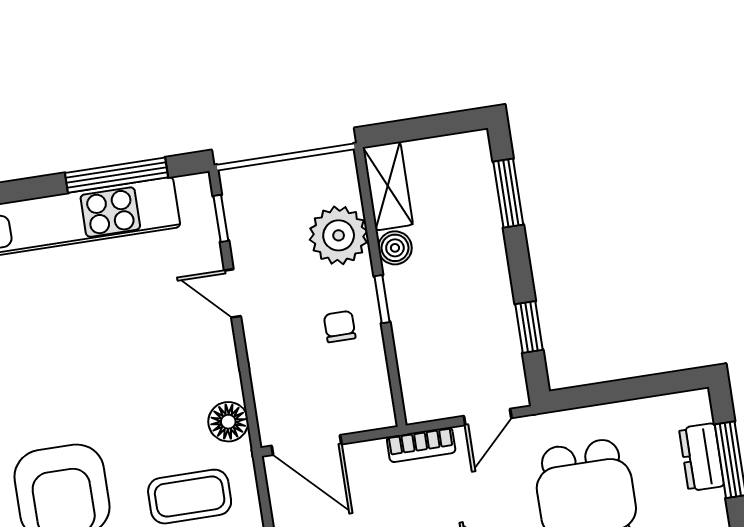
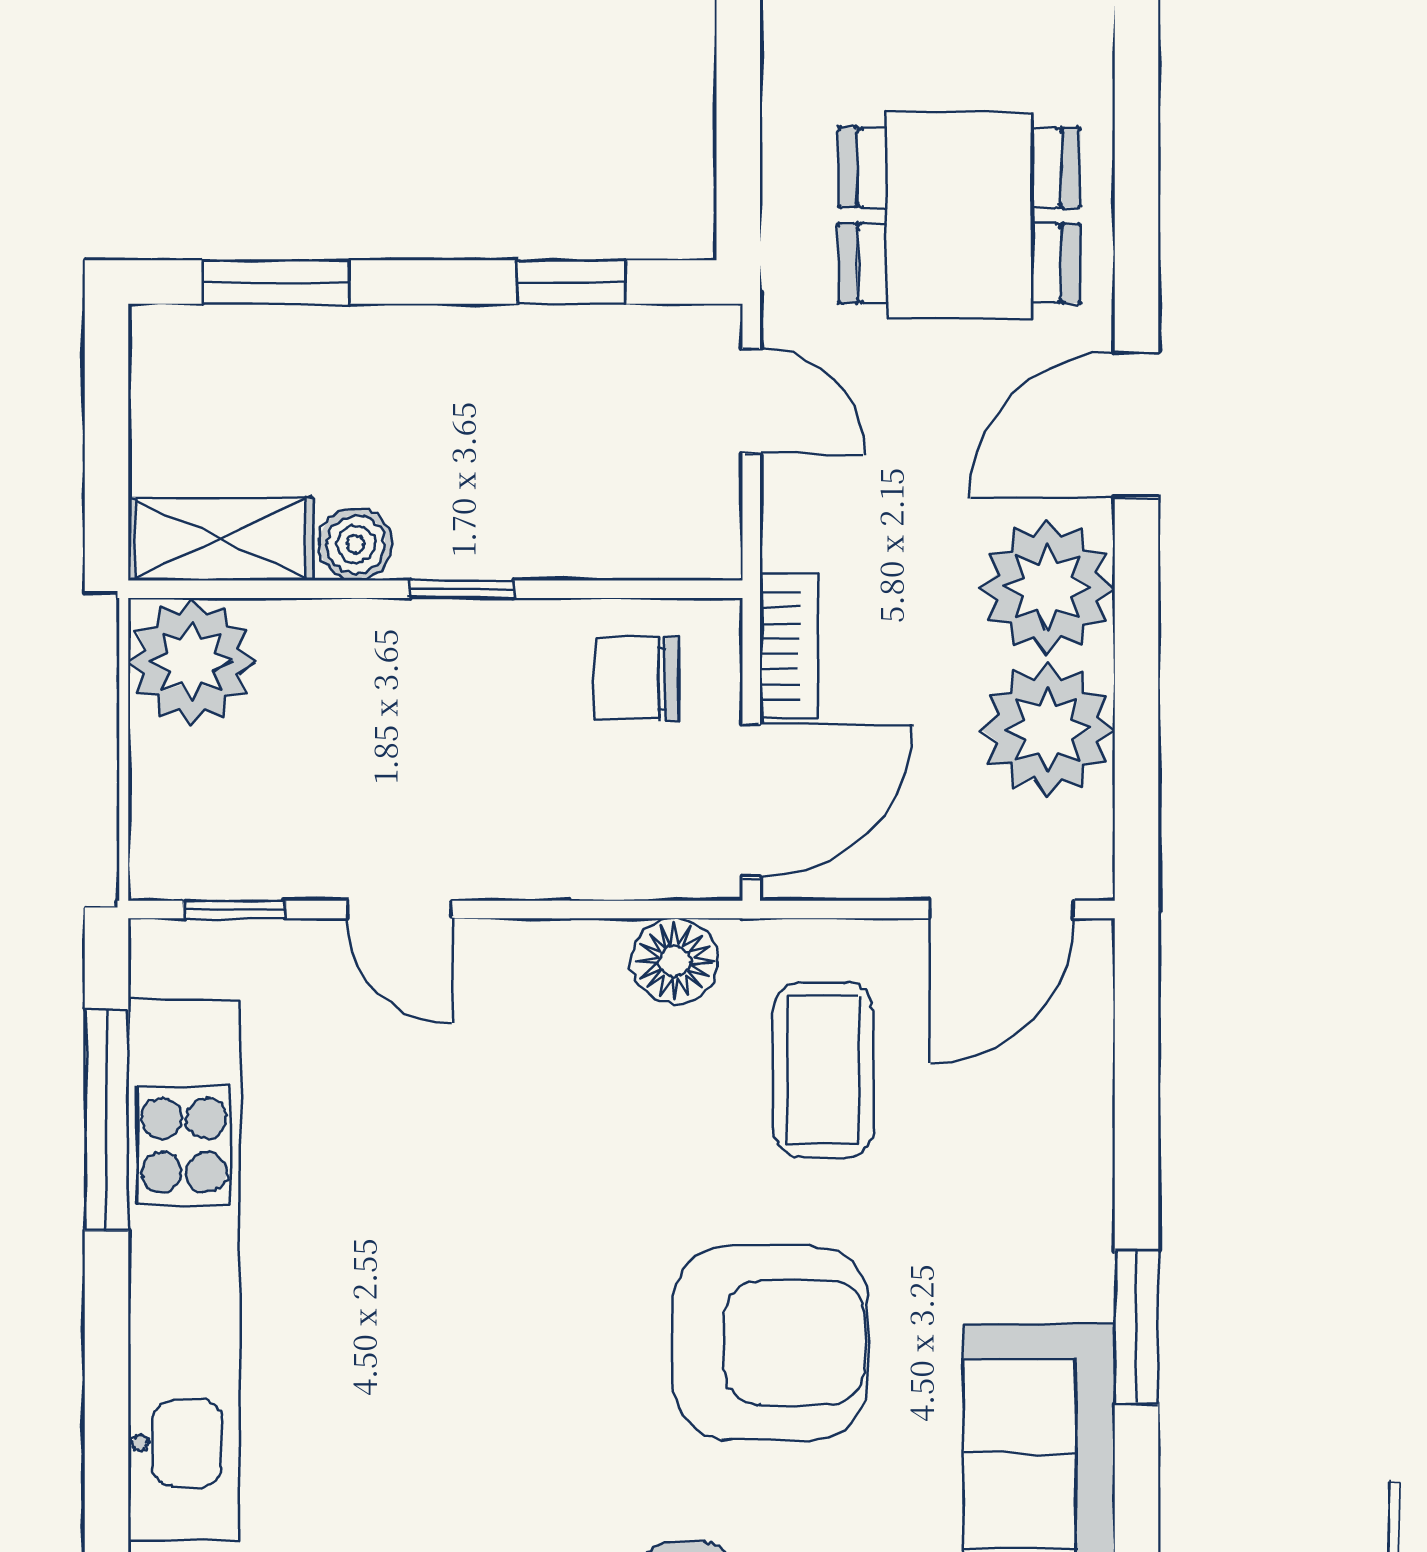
plant: (339, 235) -> (192, 662), moved
door: (232, 293) -> (400, 909), hinge flipped
chair: (340, 327) -> (637, 679), moved, width x1.37, depth x1.37
bookcase: (421, 445) -> (789, 646), moved

